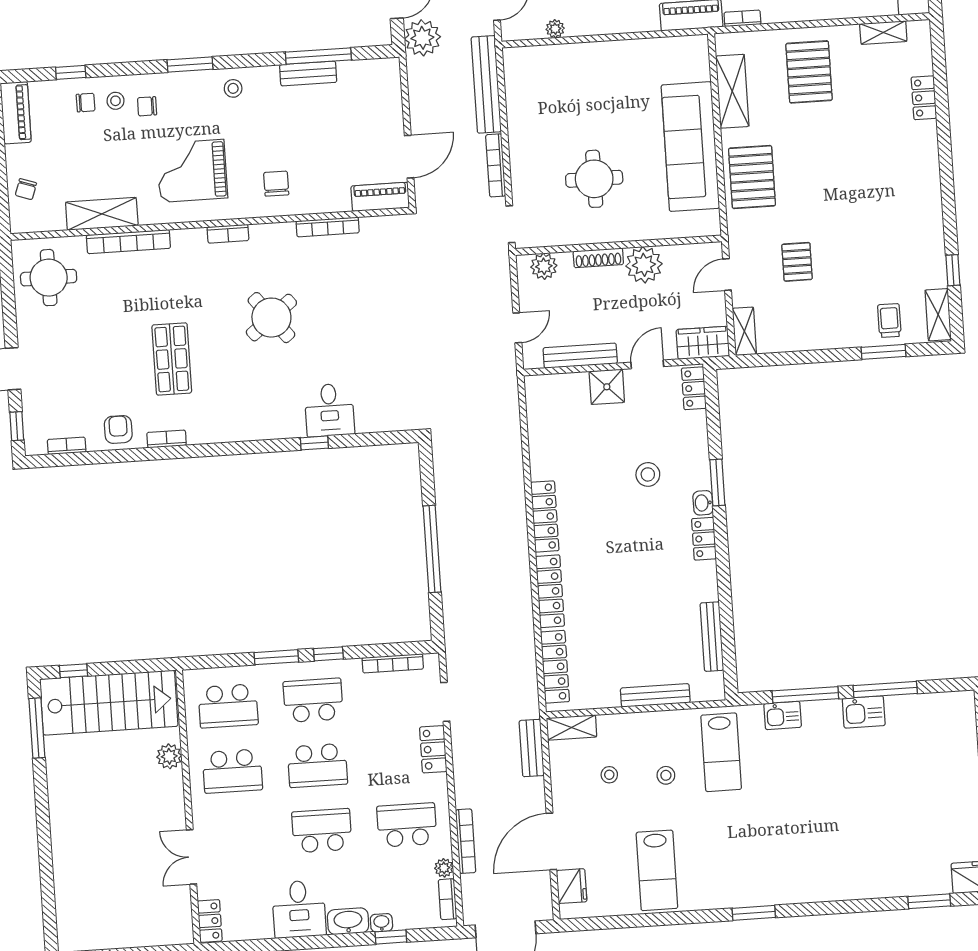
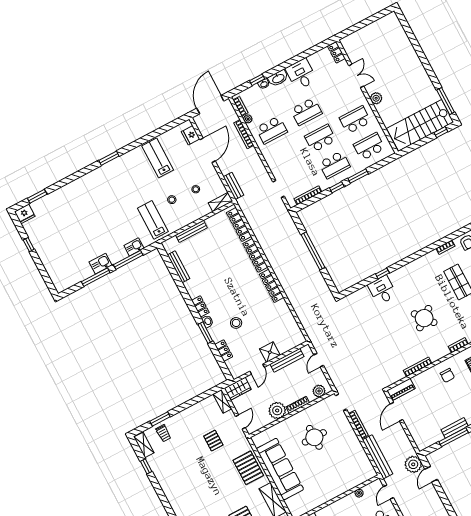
locker: (694, 388) -> (224, 351), moved
locker: (433, 749) -> (275, 167), removed
plant: (169, 756) -> (376, 98), moved

